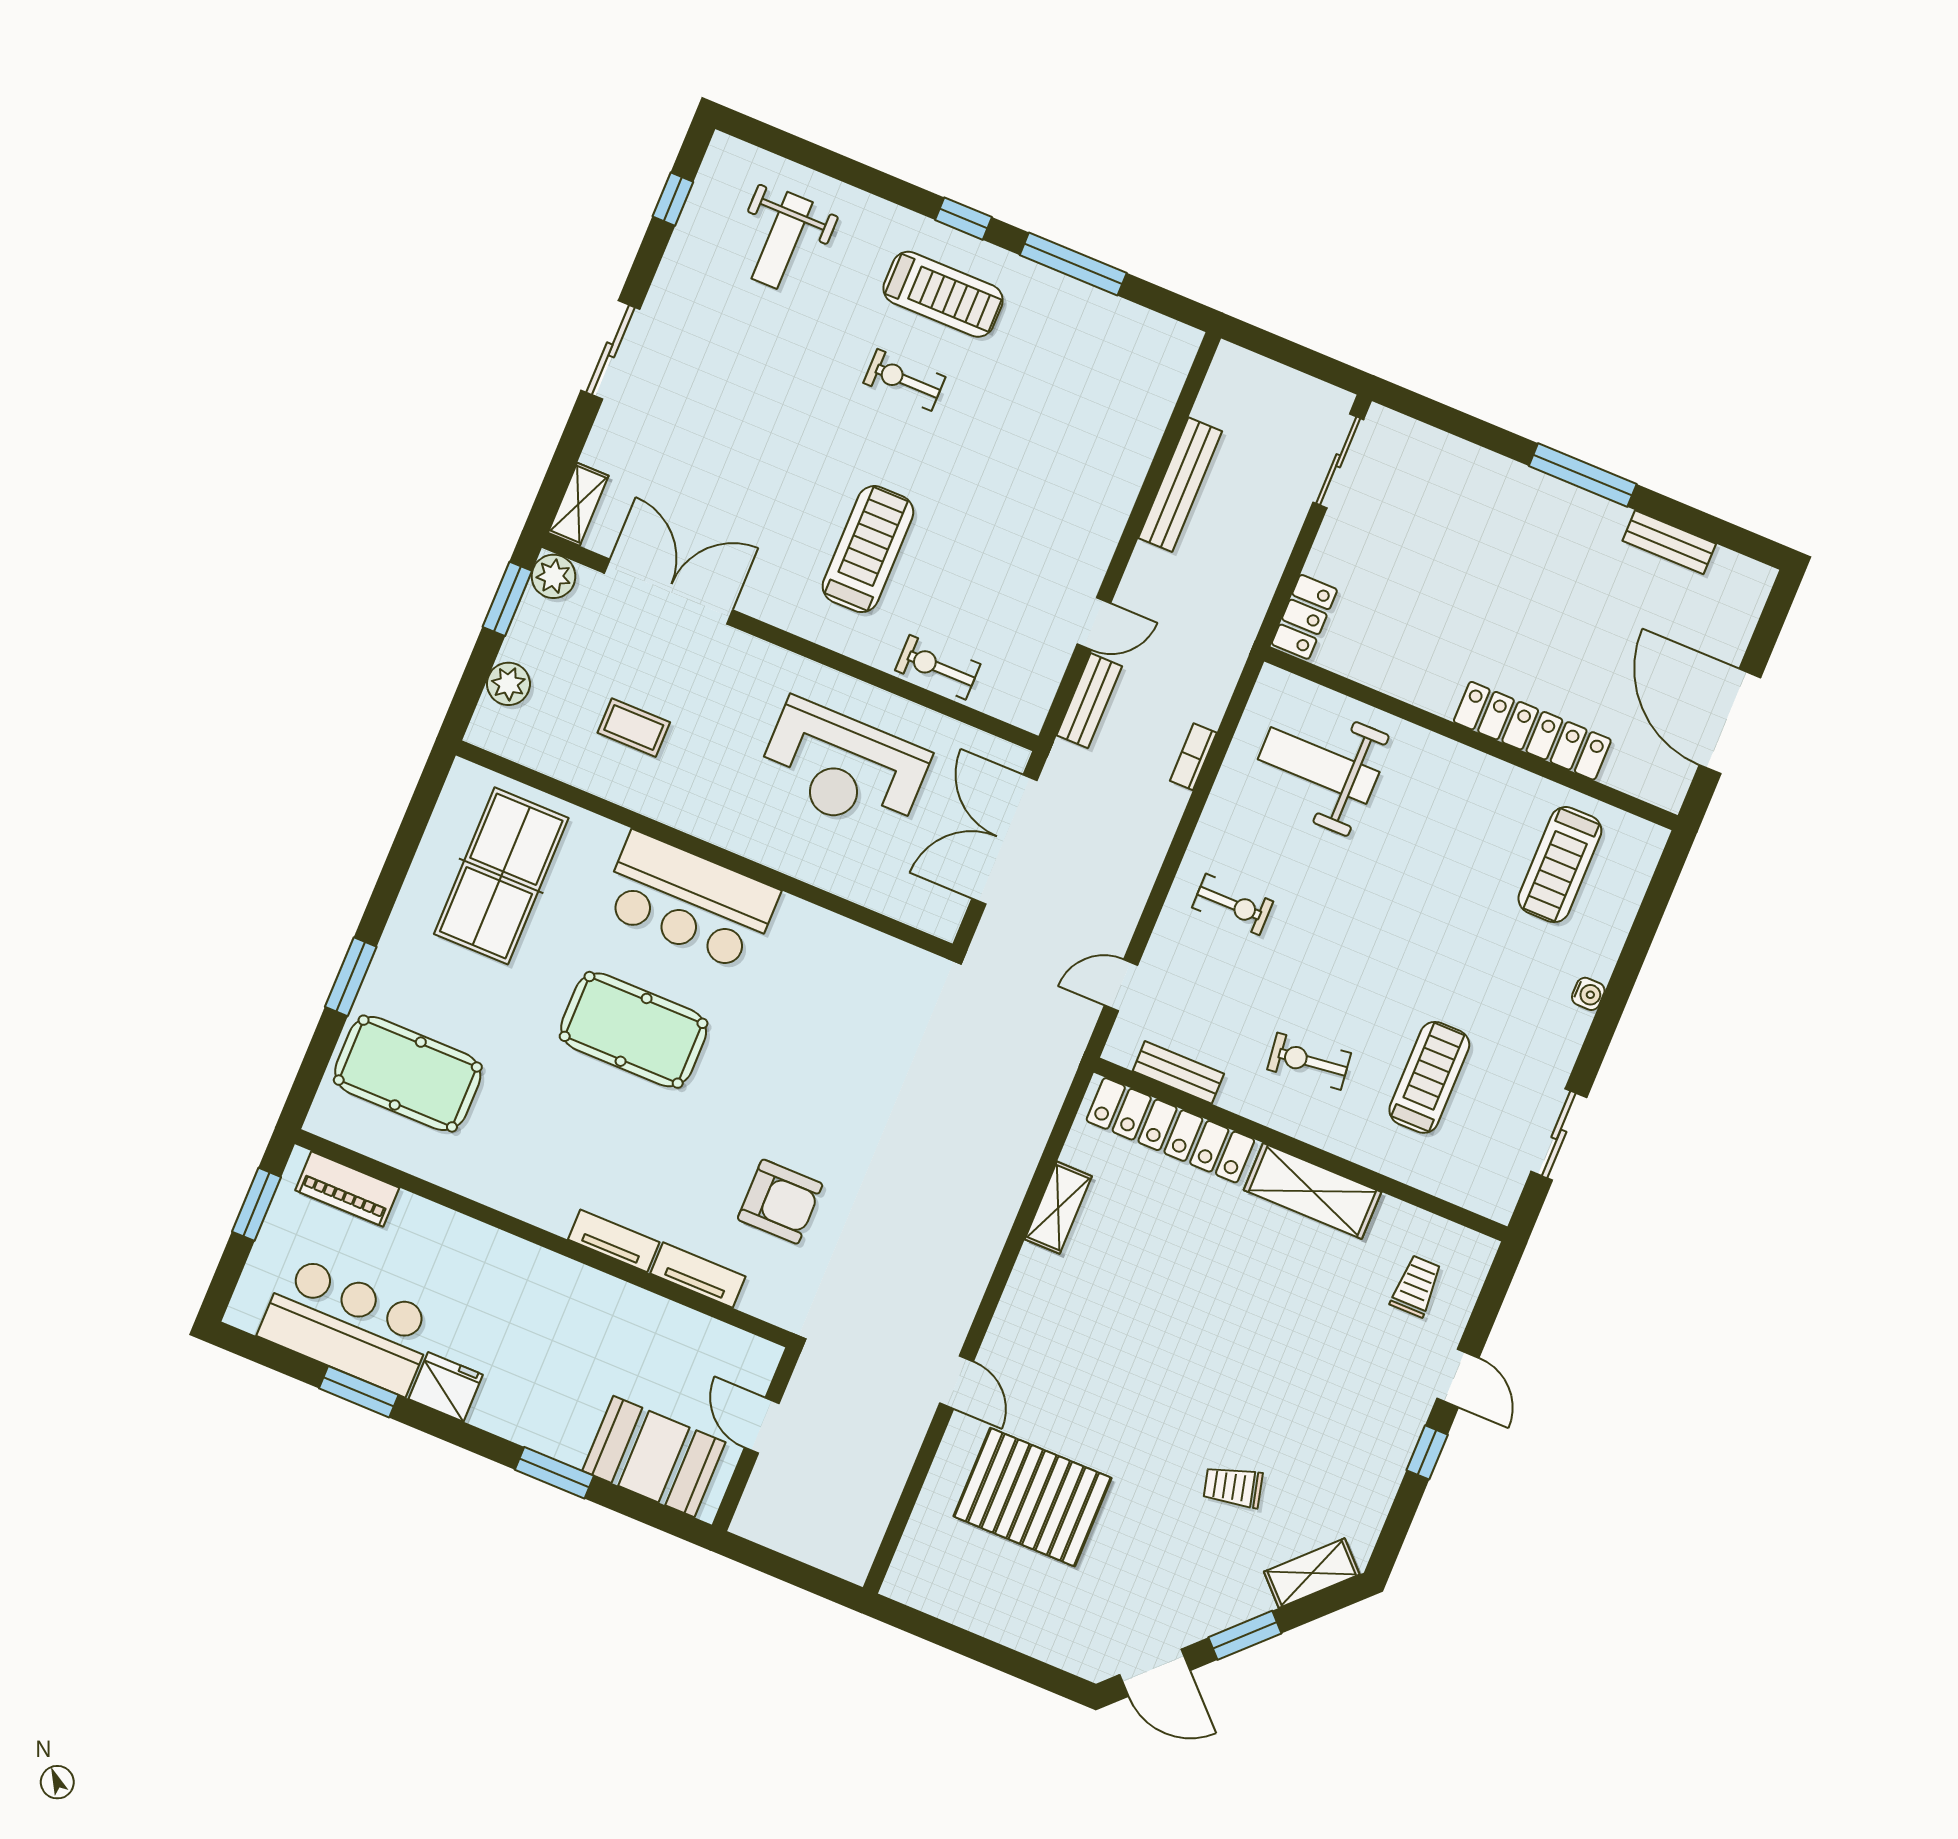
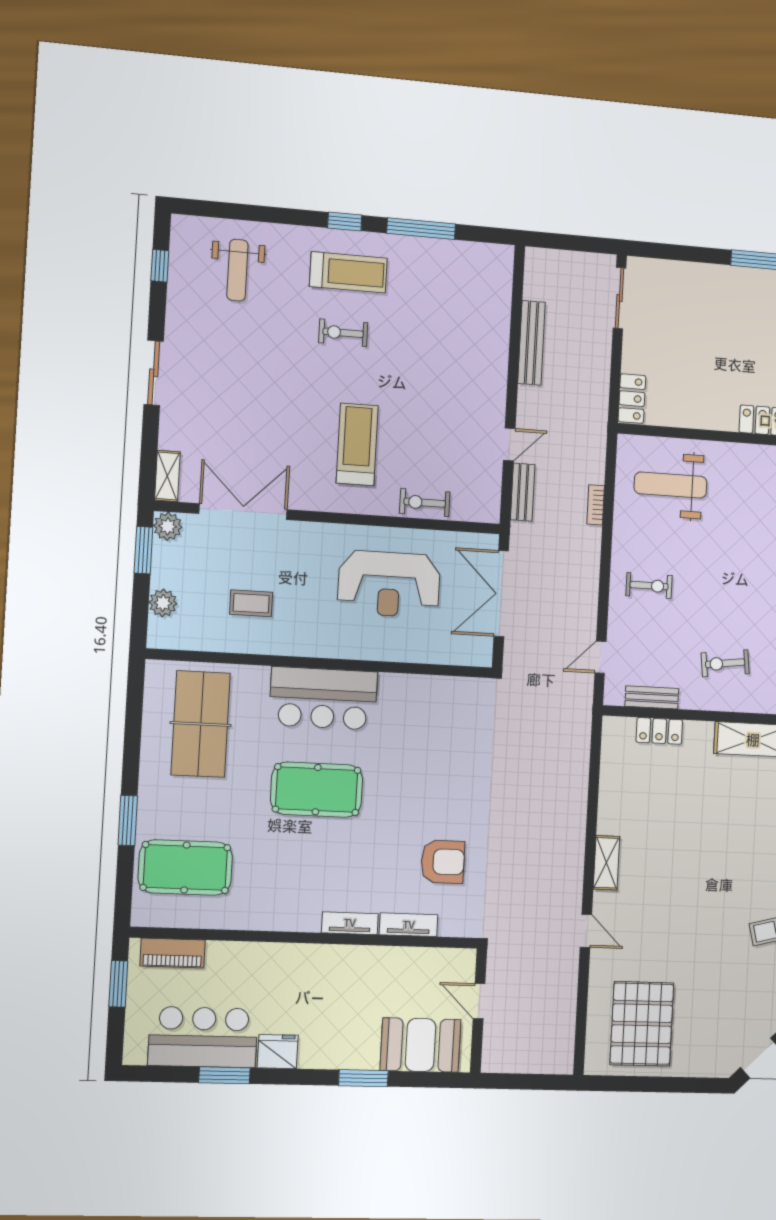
locker: (1170, 1130) -> (659, 731), width x0.46, depth x0.83
shelving: (1058, 1208) -> (606, 863), moved
pallet: (1032, 1497) -> (642, 1024), moved, turned 90

